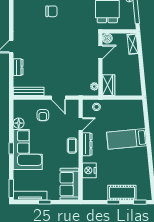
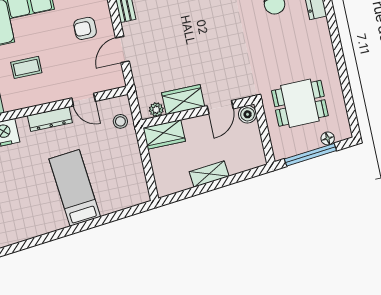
shelving: (133, 44) -> (209, 174), moved
door: (100, 52) -> (220, 107), hinge flipped
wardrobe: (92, 71) -> (183, 100), added
coffee table: (72, 146) -> (26, 67), moved

